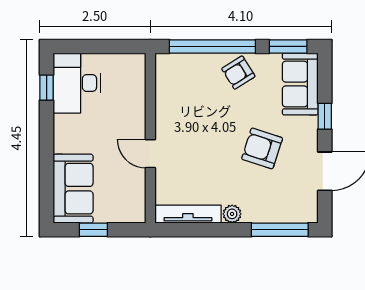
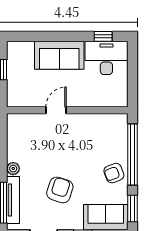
armchair: (238, 73) -> (114, 173), turned -79
sofa: (73, 189) -> (59, 55), moved
tv unit: (188, 214) -> (13, 200), moved

